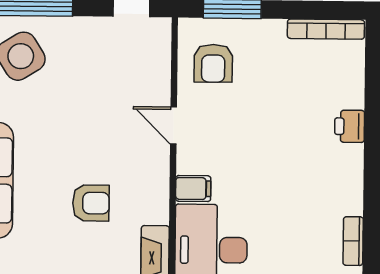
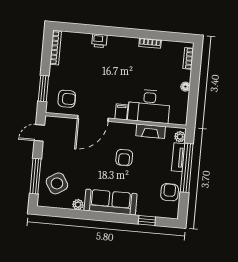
door: (174, 126) -> (93, 118), width x1.88
armchair: (91, 203) -> (124, 158), turned 180

